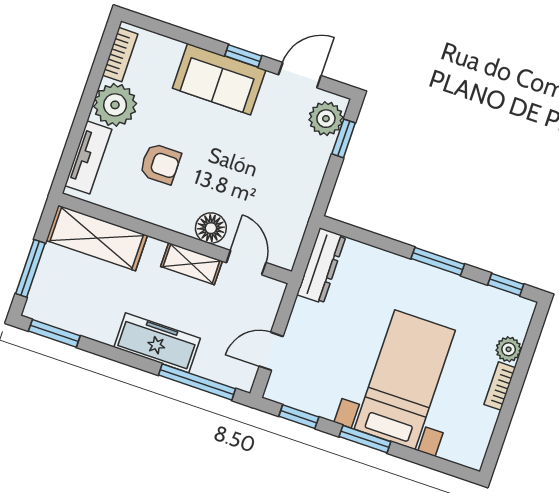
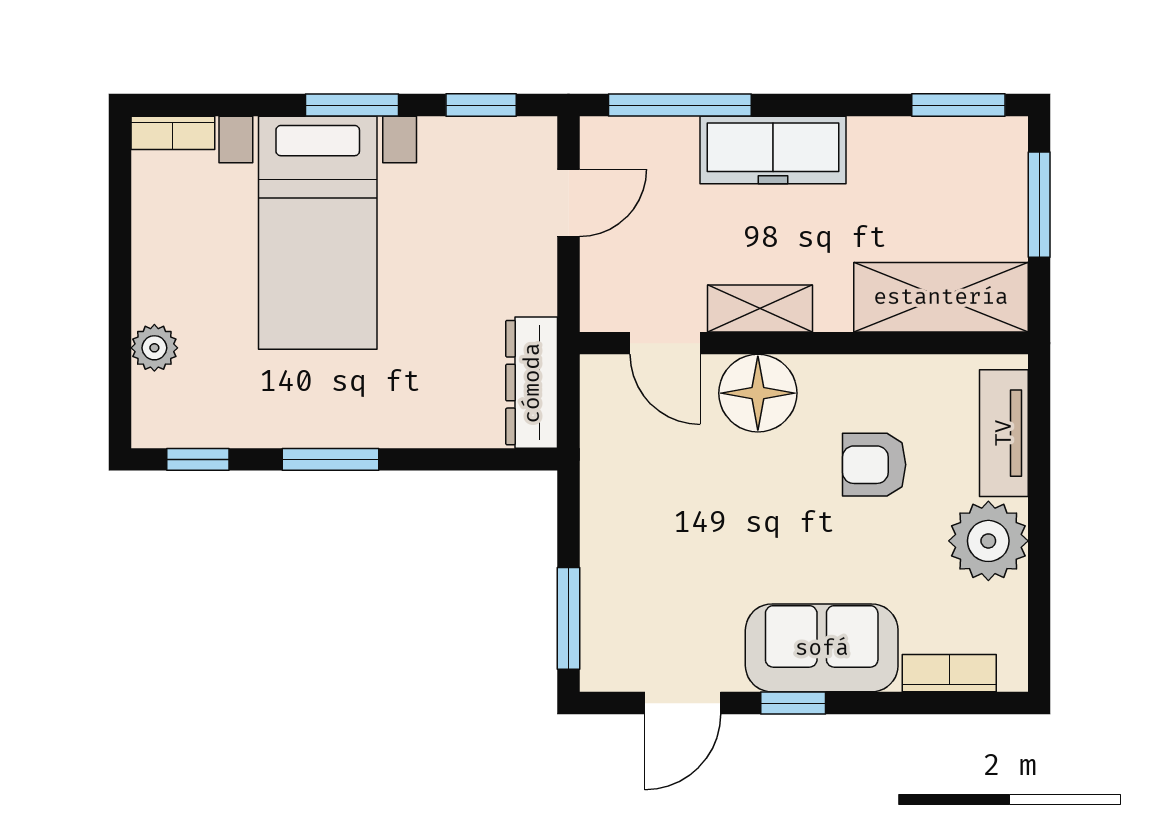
bookcase: (120, 55) -> (949, 673), moved, turned 90
plant: (326, 119) -> (611, 643), removed
window: (344, 138) -> (568, 618), width x1.50
floor lamp: (211, 228) -> (758, 393), width x1.38, depth x1.38
bookcase: (500, 386) -> (173, 133), moved, turned 90

